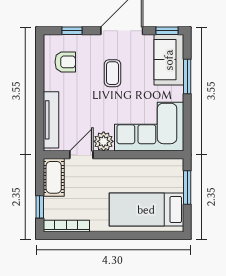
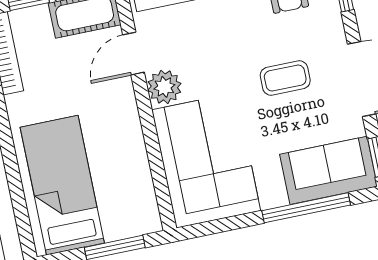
window: (187, 76) -> (306, 208), width x1.44
door: (81, 155) -> (133, 54), swing flipped

